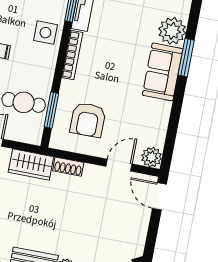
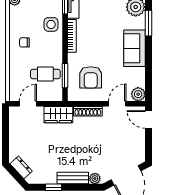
sofa: (163, 72) -> (135, 48), moved
shoe rack: (68, 167) -> (88, 111), width x1.43

